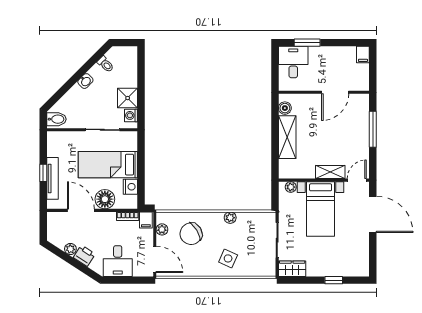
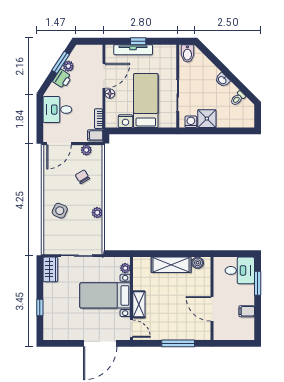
filing cabinet: (363, 55) -> (247, 311), moved
floor lamp: (105, 199) -> (110, 94), width x0.53, depth x0.53
chair: (191, 234) -> (82, 177), width x0.54, depth x0.54
window: (66, 257) -> (61, 62), added

